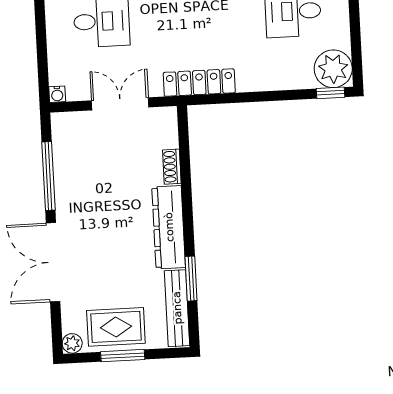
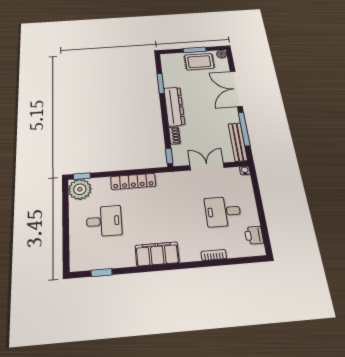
locker: (199, 83) -> (133, 181), moved
double door: (120, 104) -> (207, 167), swing flipped
window: (183, 126) -> (169, 156), added
double door: (53, 262) -> (236, 89), swing flipped
bench: (177, 308) -> (238, 142), moved

